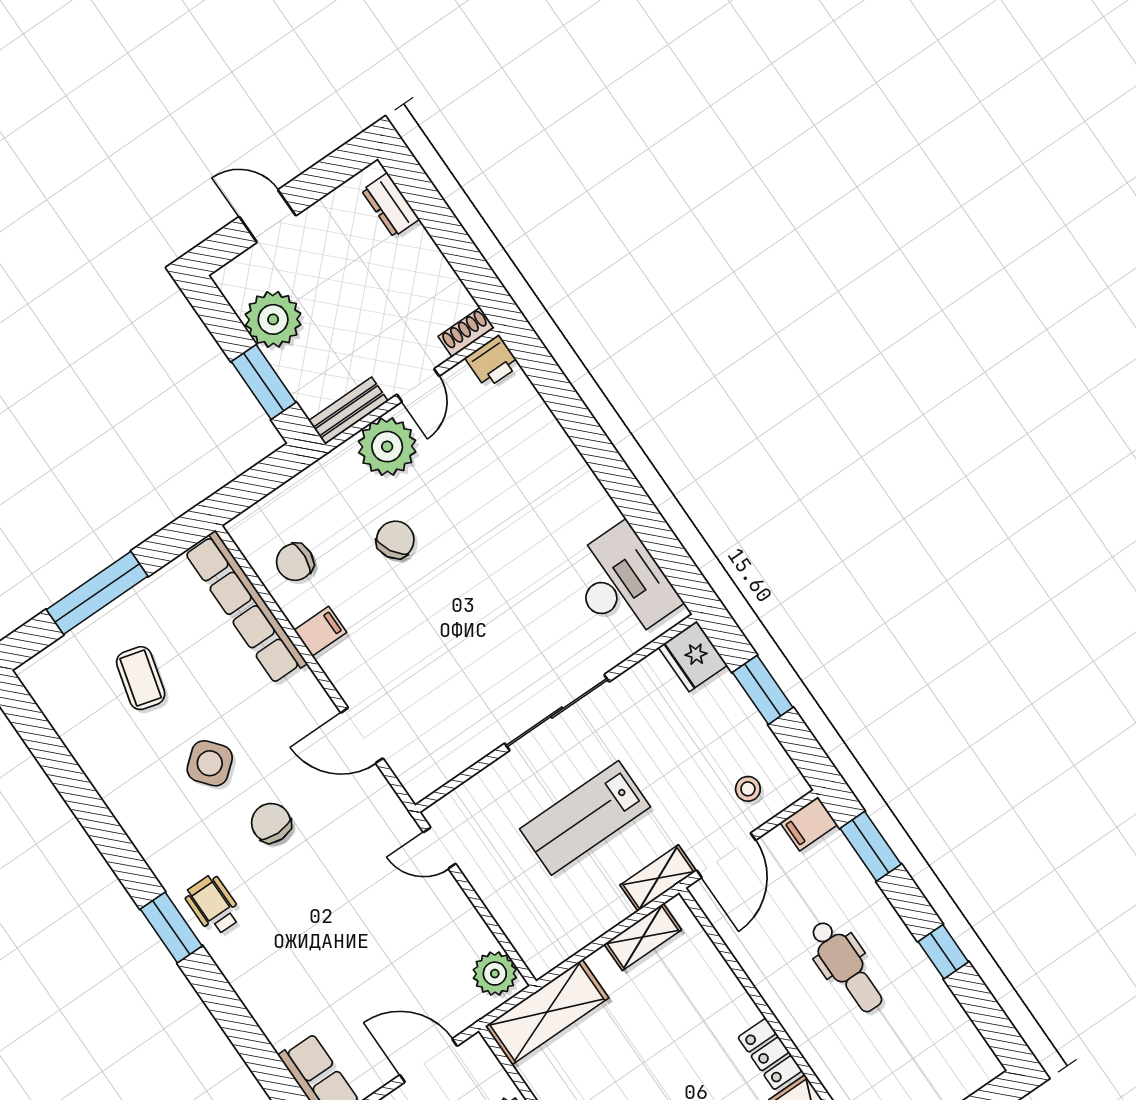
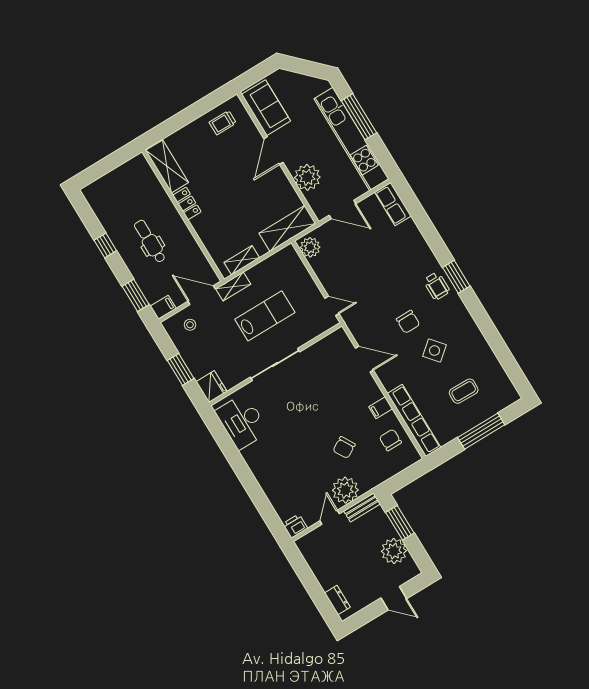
shoe rack: (466, 332) -> (306, 540), removed
chair: (295, 562) -> (390, 440), turned -94
coffee table: (141, 678) -> (464, 391), turned 76
door: (726, 855) -> (202, 295), hinge flipped

